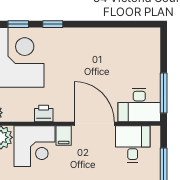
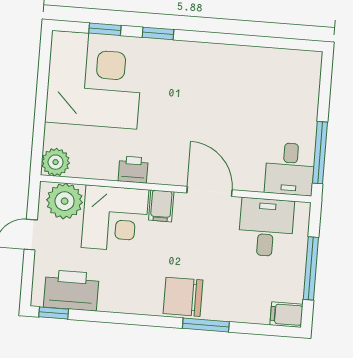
desk: (139, 105) -> (290, 169), width x0.73
door: (94, 124) -> (209, 191), width x0.73

